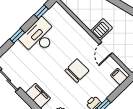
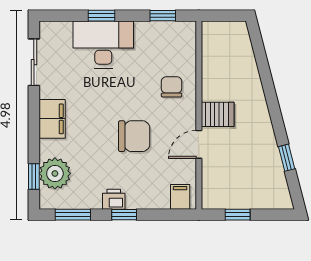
desk: (39, 37) -> (103, 44), moved
chair: (73, 37) -> (172, 87), added

